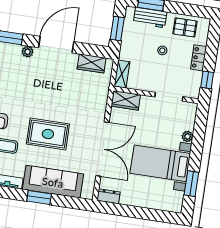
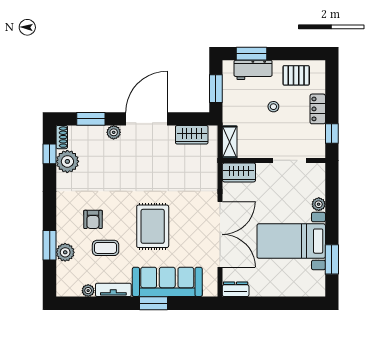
rug: (48, 134) -> (153, 226), turned 90

